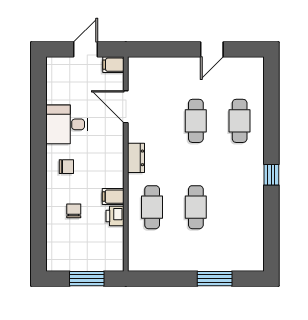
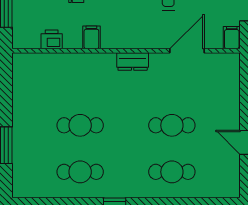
cafe table: (152, 207) -> (80, 172), moved
printer: (115, 216) -> (52, 39), moved

